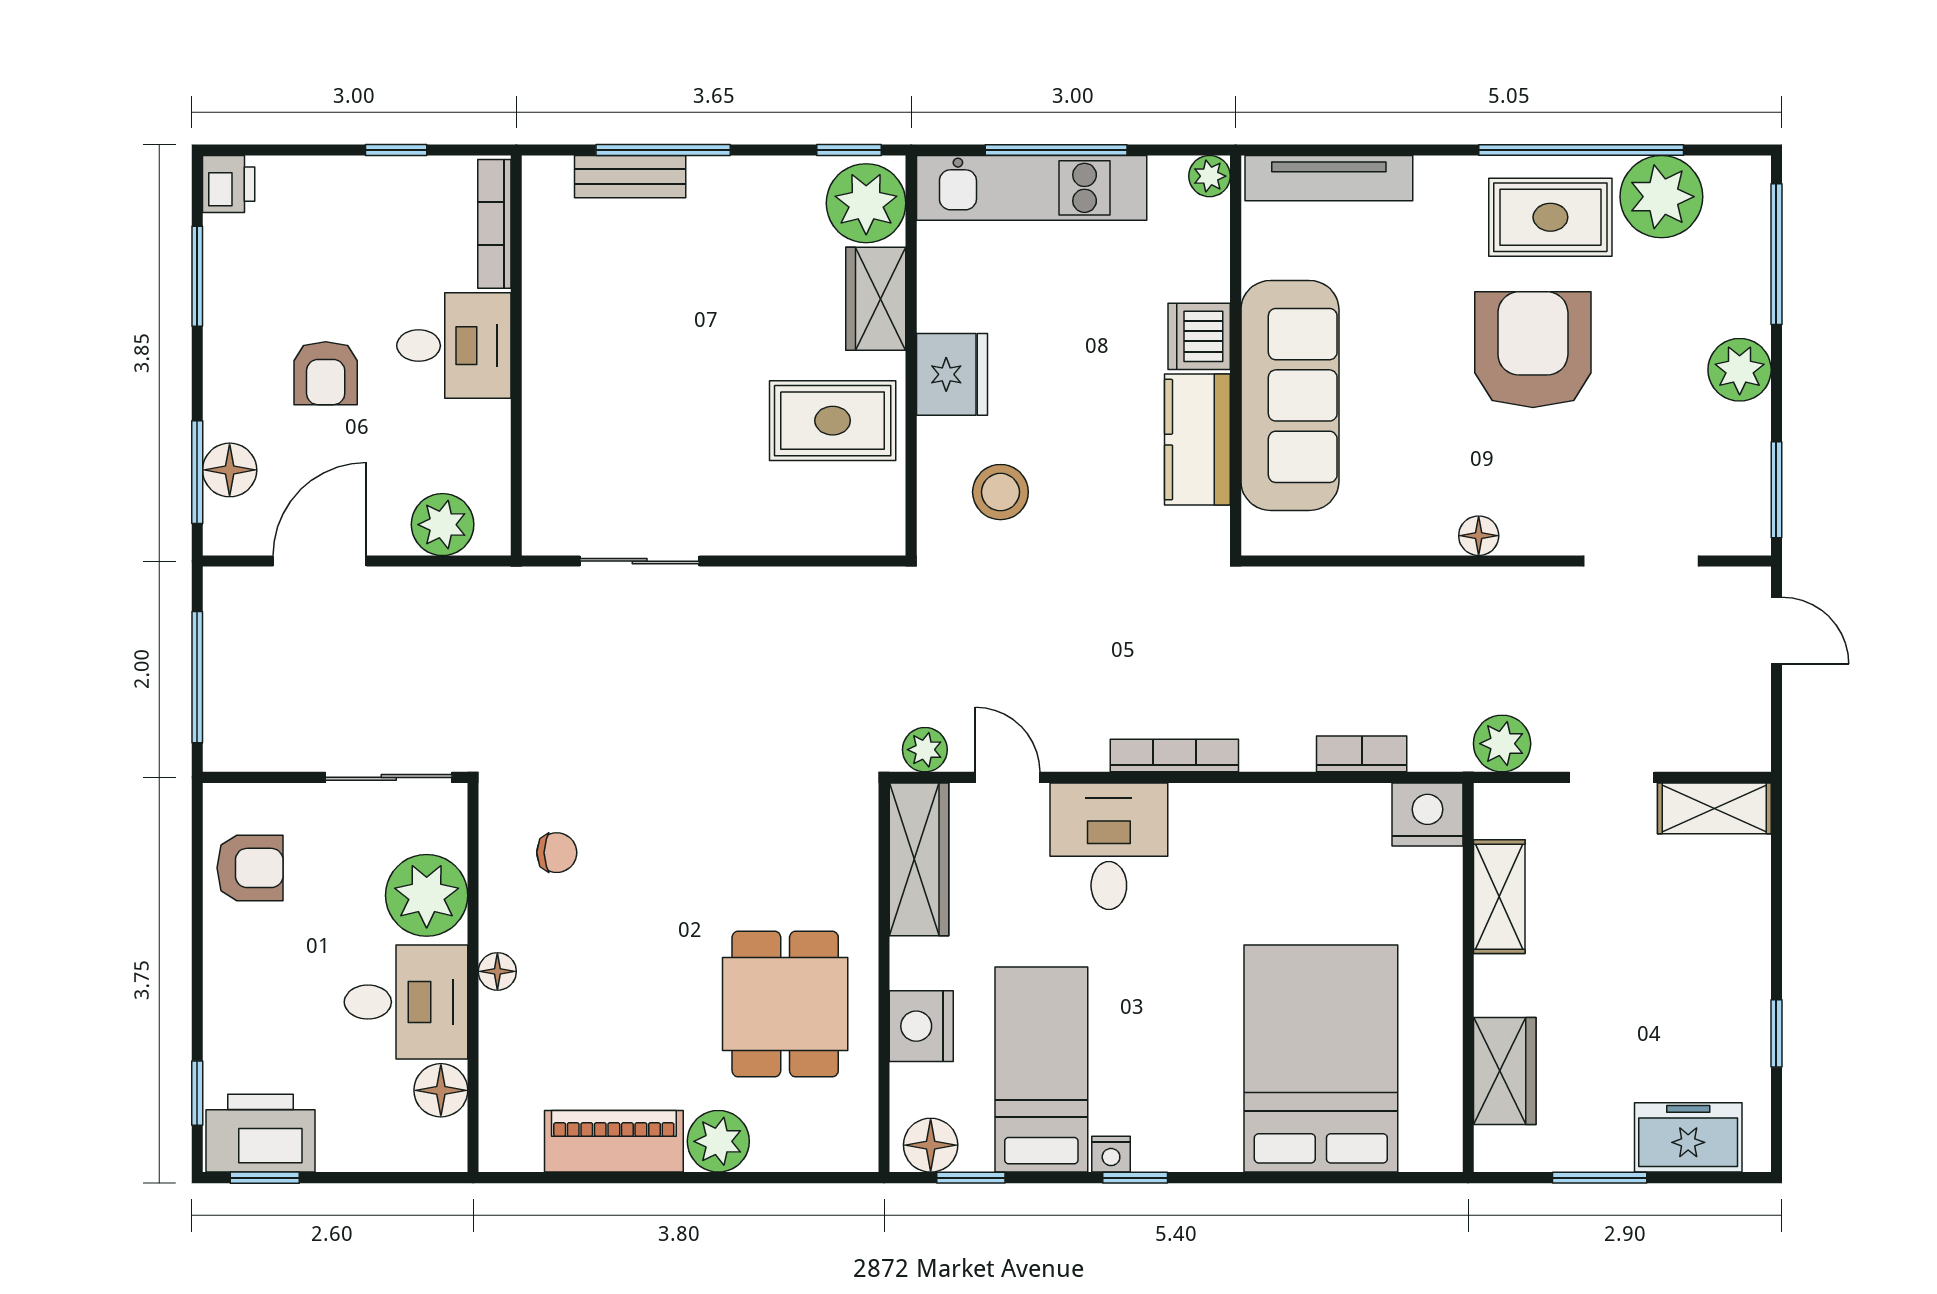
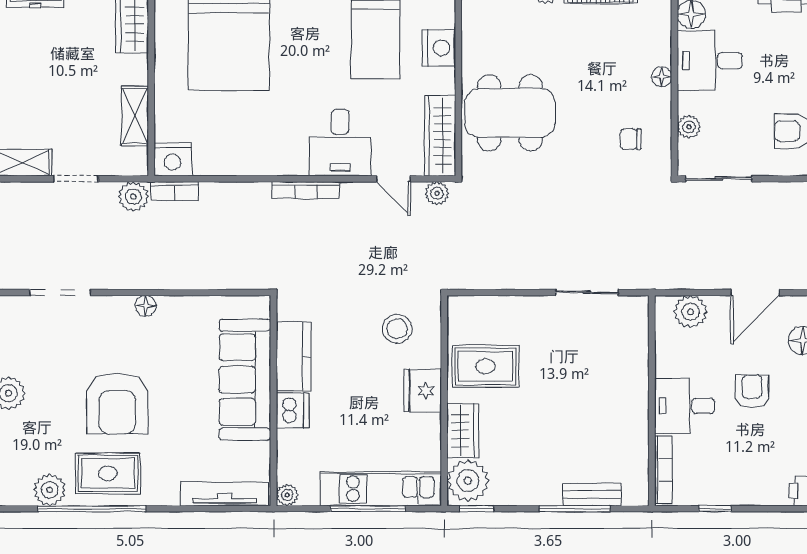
plant: (1661, 197) -> (50, 490), width x0.73, depth x0.73
bookcase: (1362, 754) -> (174, 191), moved
plant: (427, 895) -> (689, 127), width x0.53, depth x0.53
dining table: (785, 1004) -> (510, 113), moved, width x1.38

